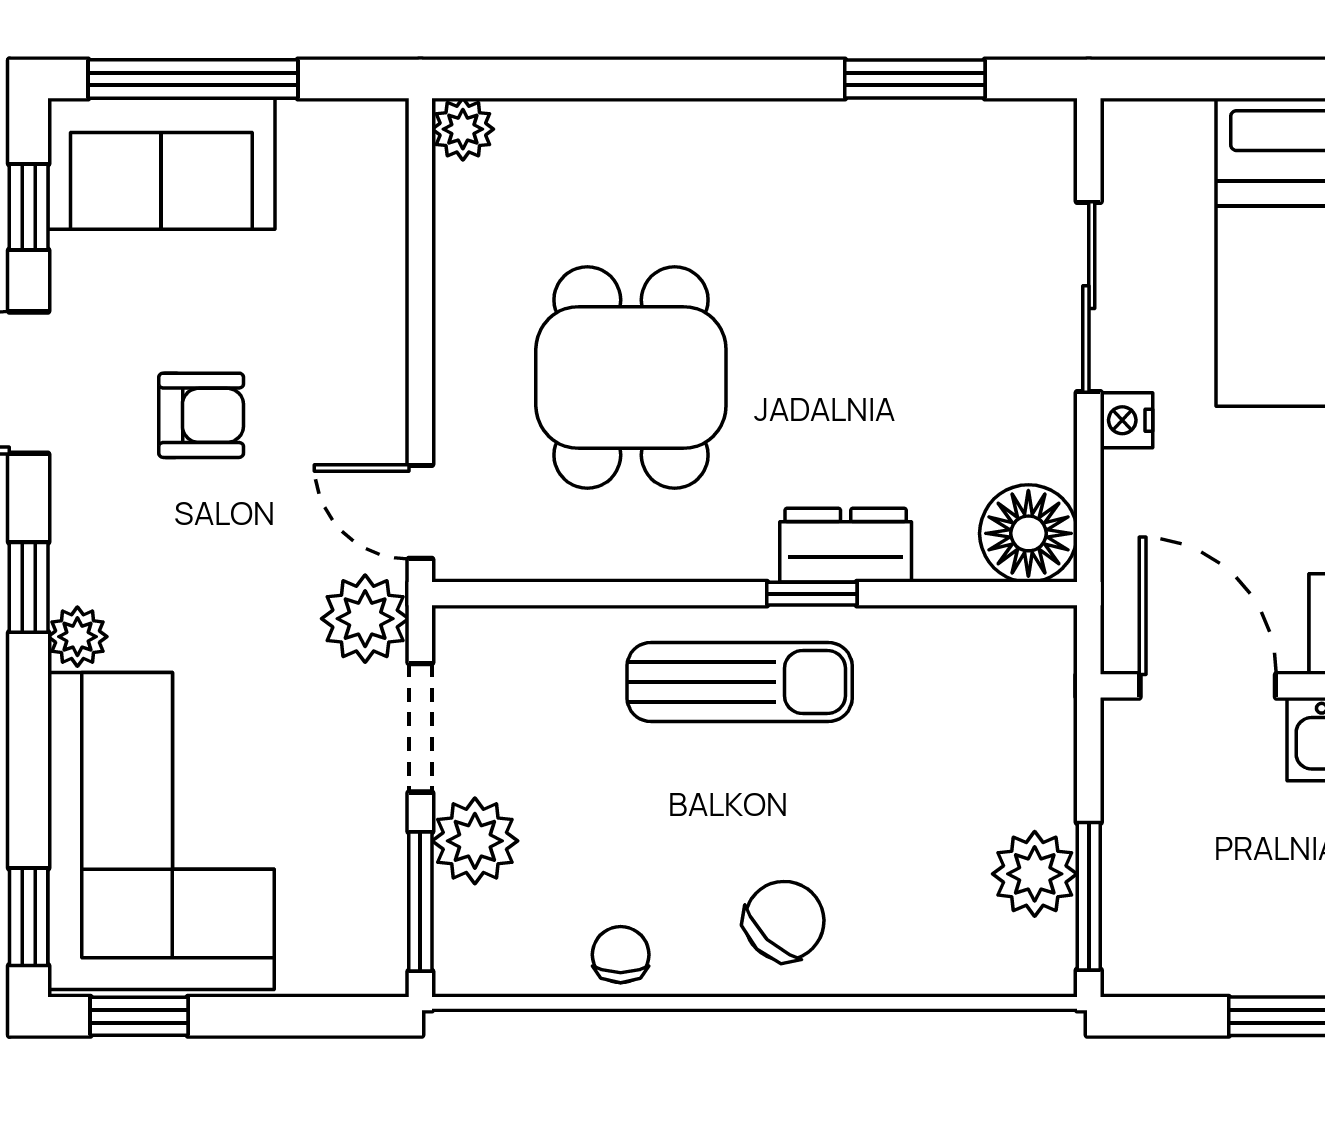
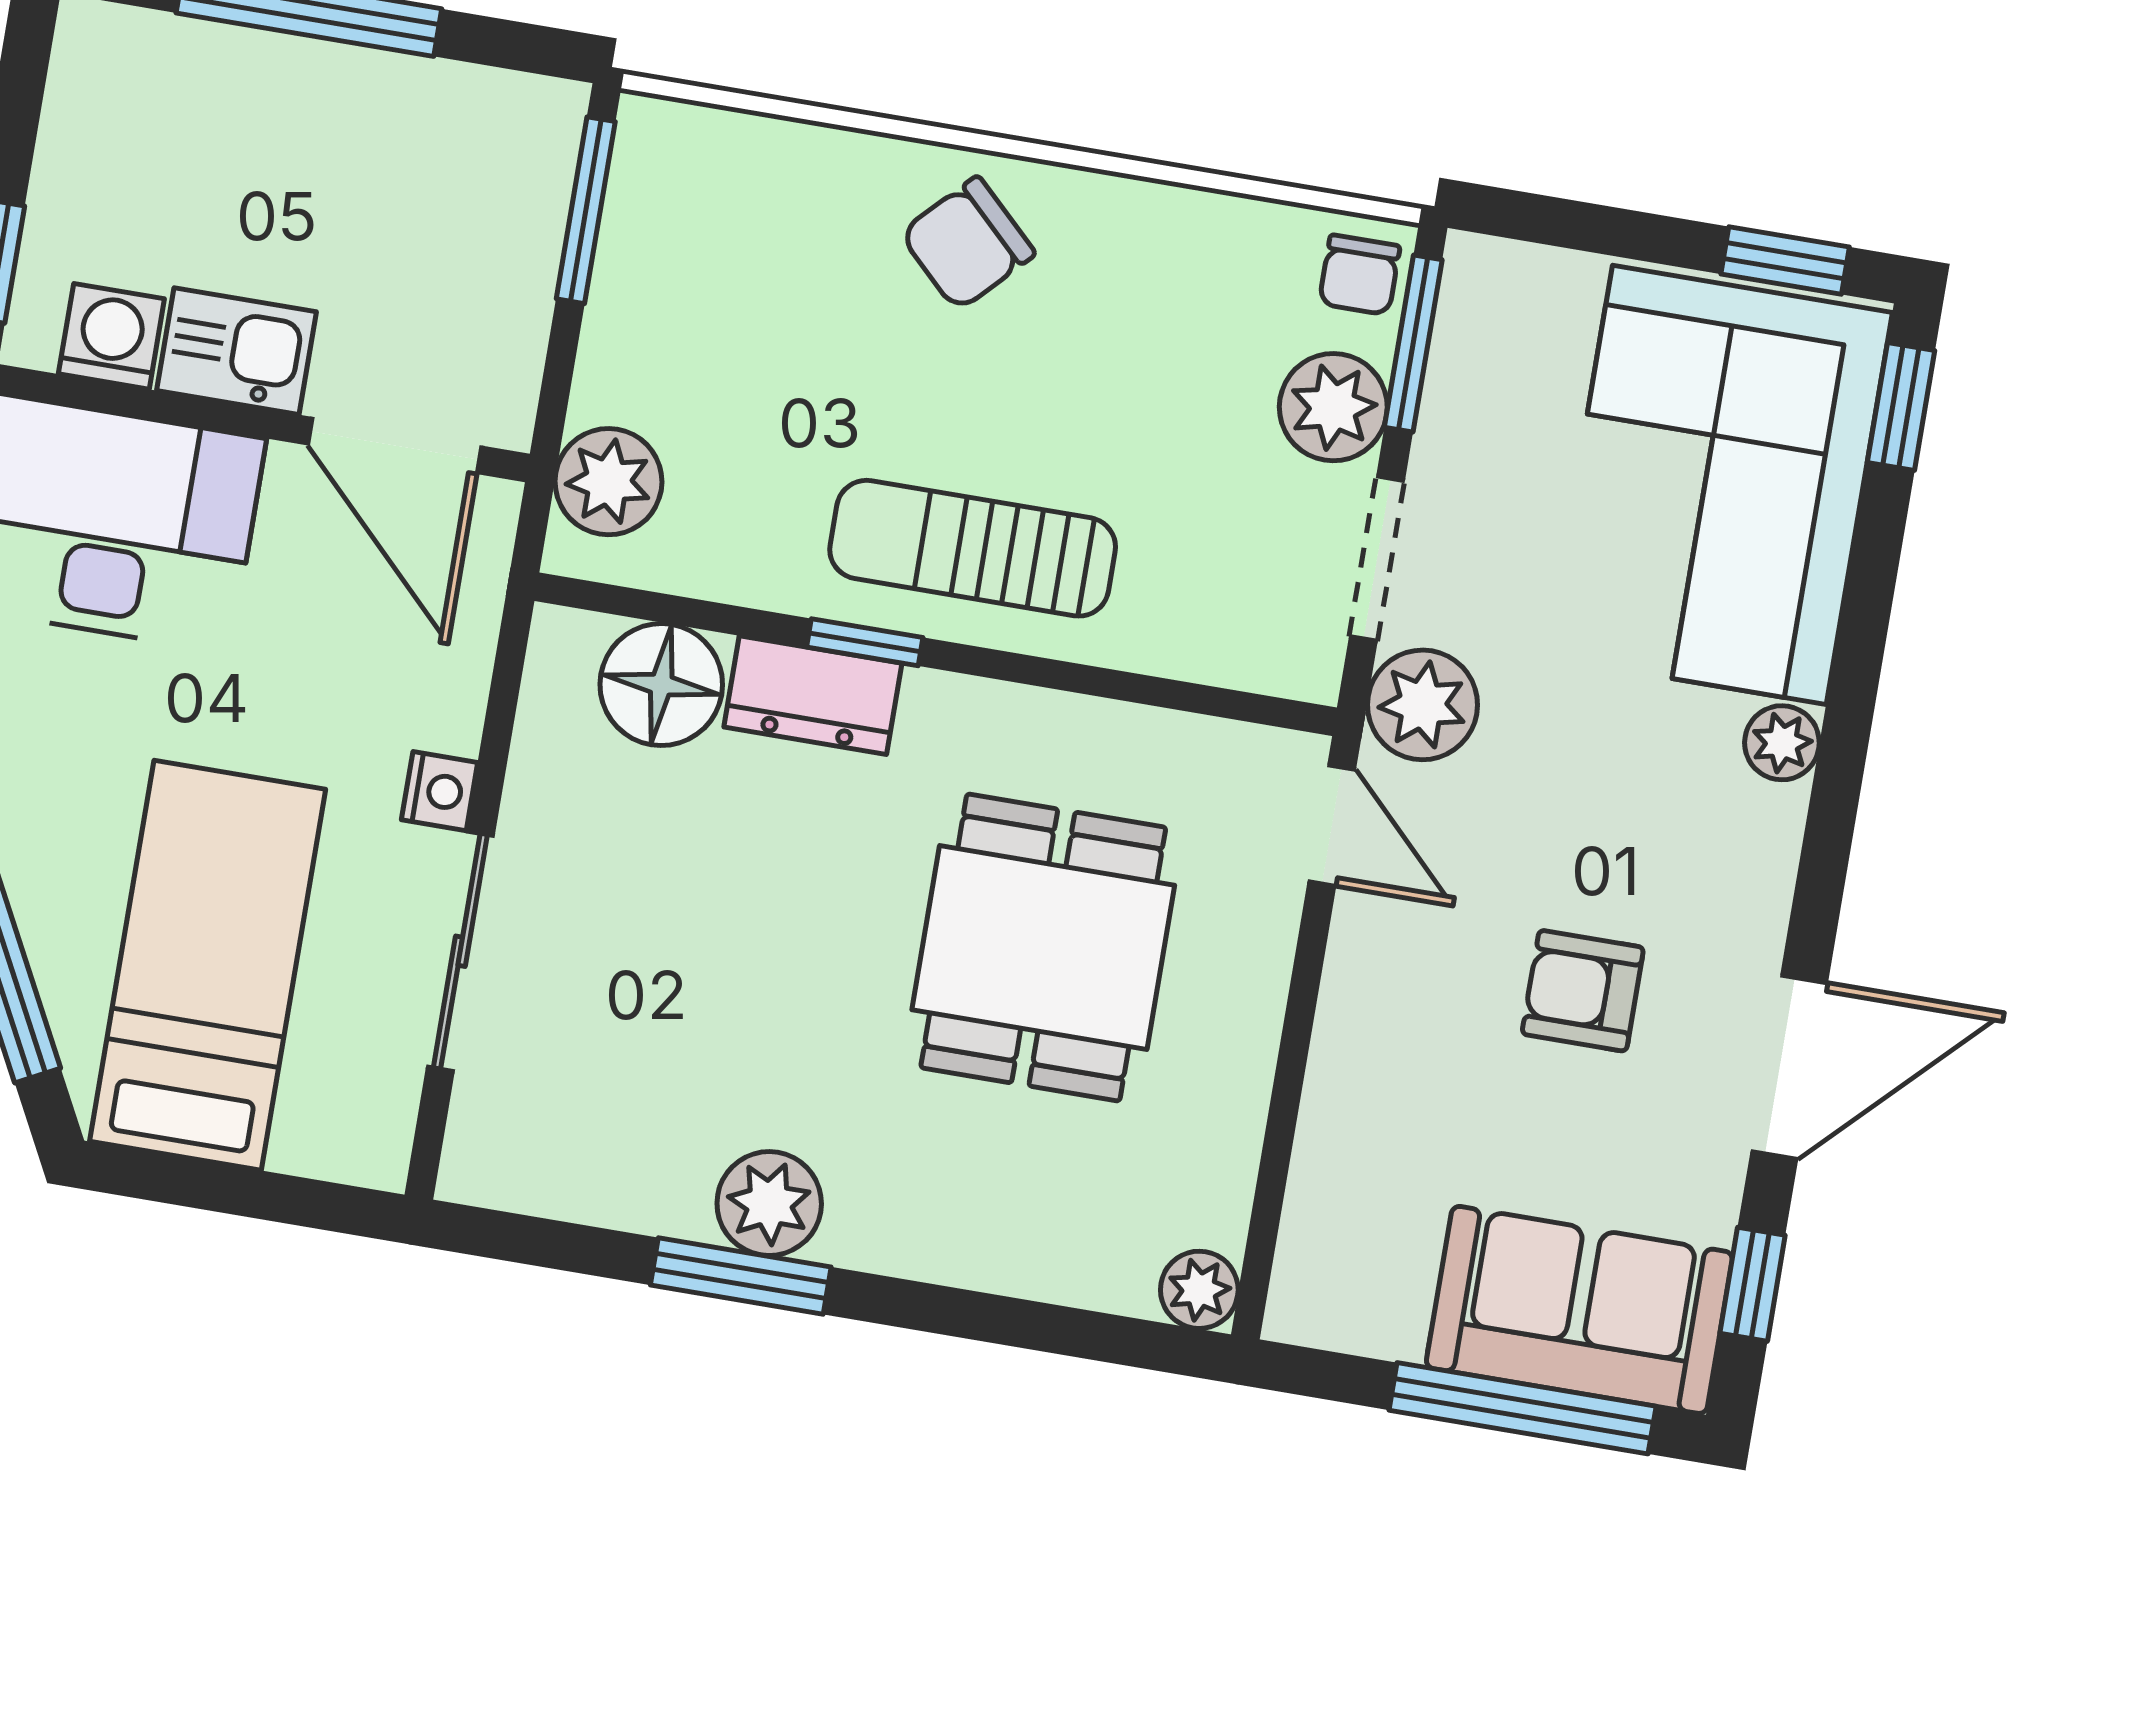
window: (915, 79) -> (741, 1276), moved
plant: (812, 140) -> (769, 1204), added
floor lamp: (1028, 533) -> (661, 685), moved
window: (29, 587) -> (1832, 814), removed
plant: (1035, 874) -> (608, 482), moved
chair: (621, 955) -> (1359, 275), moved

